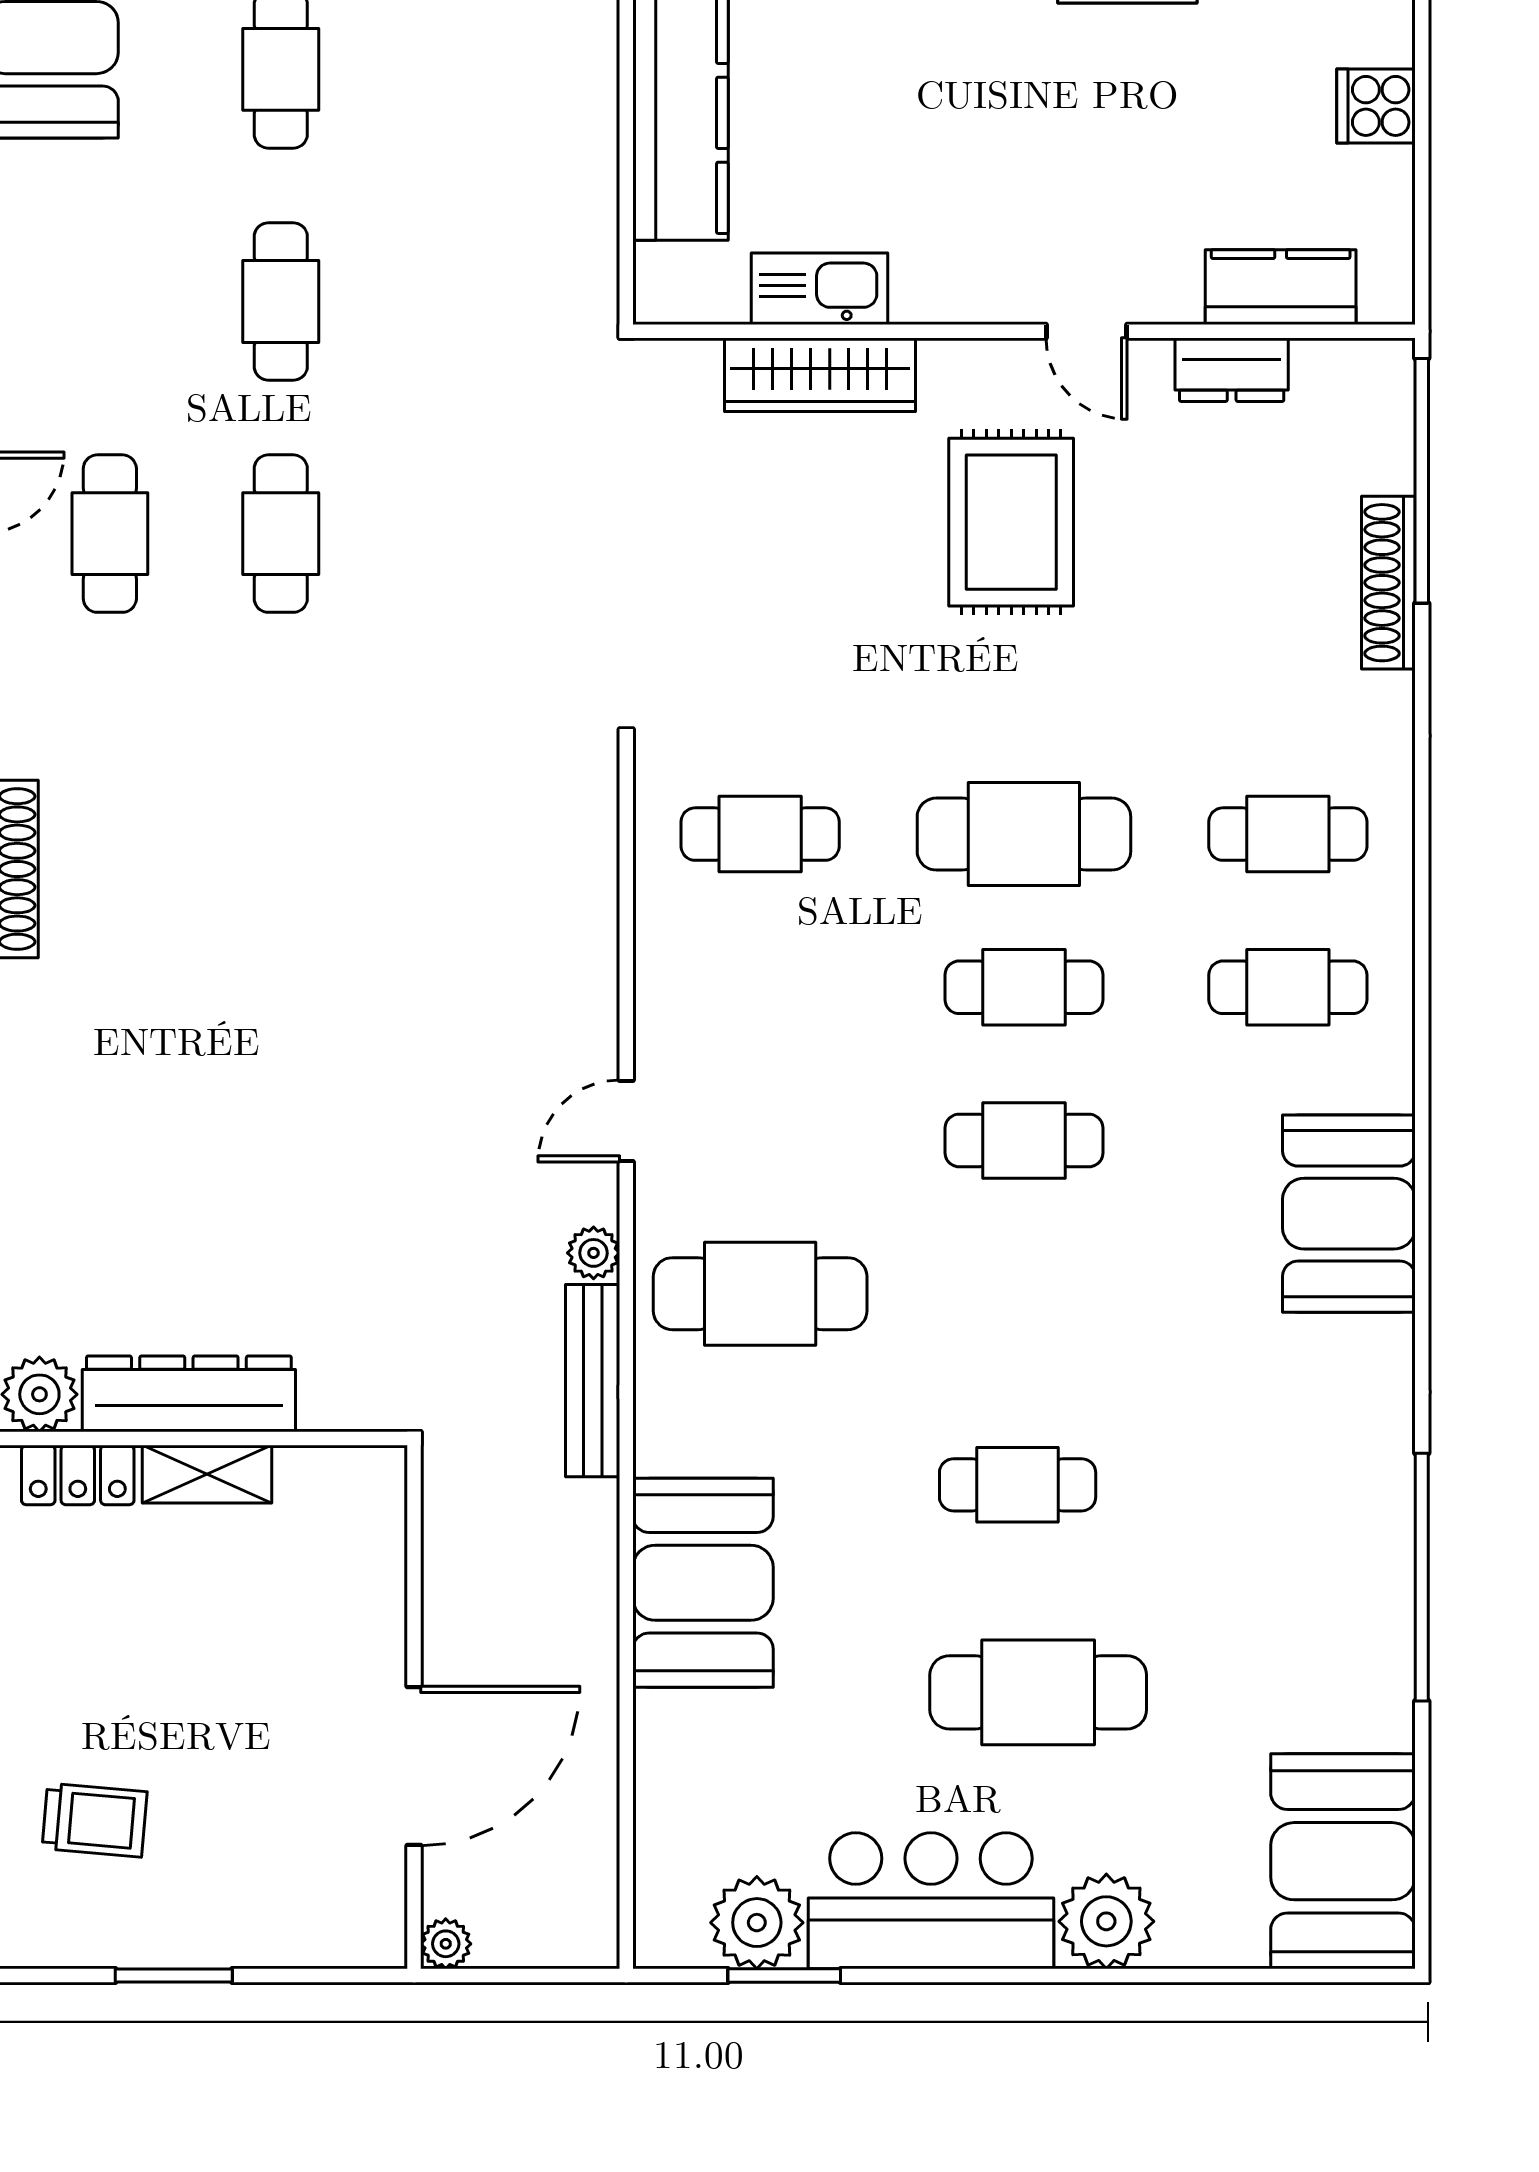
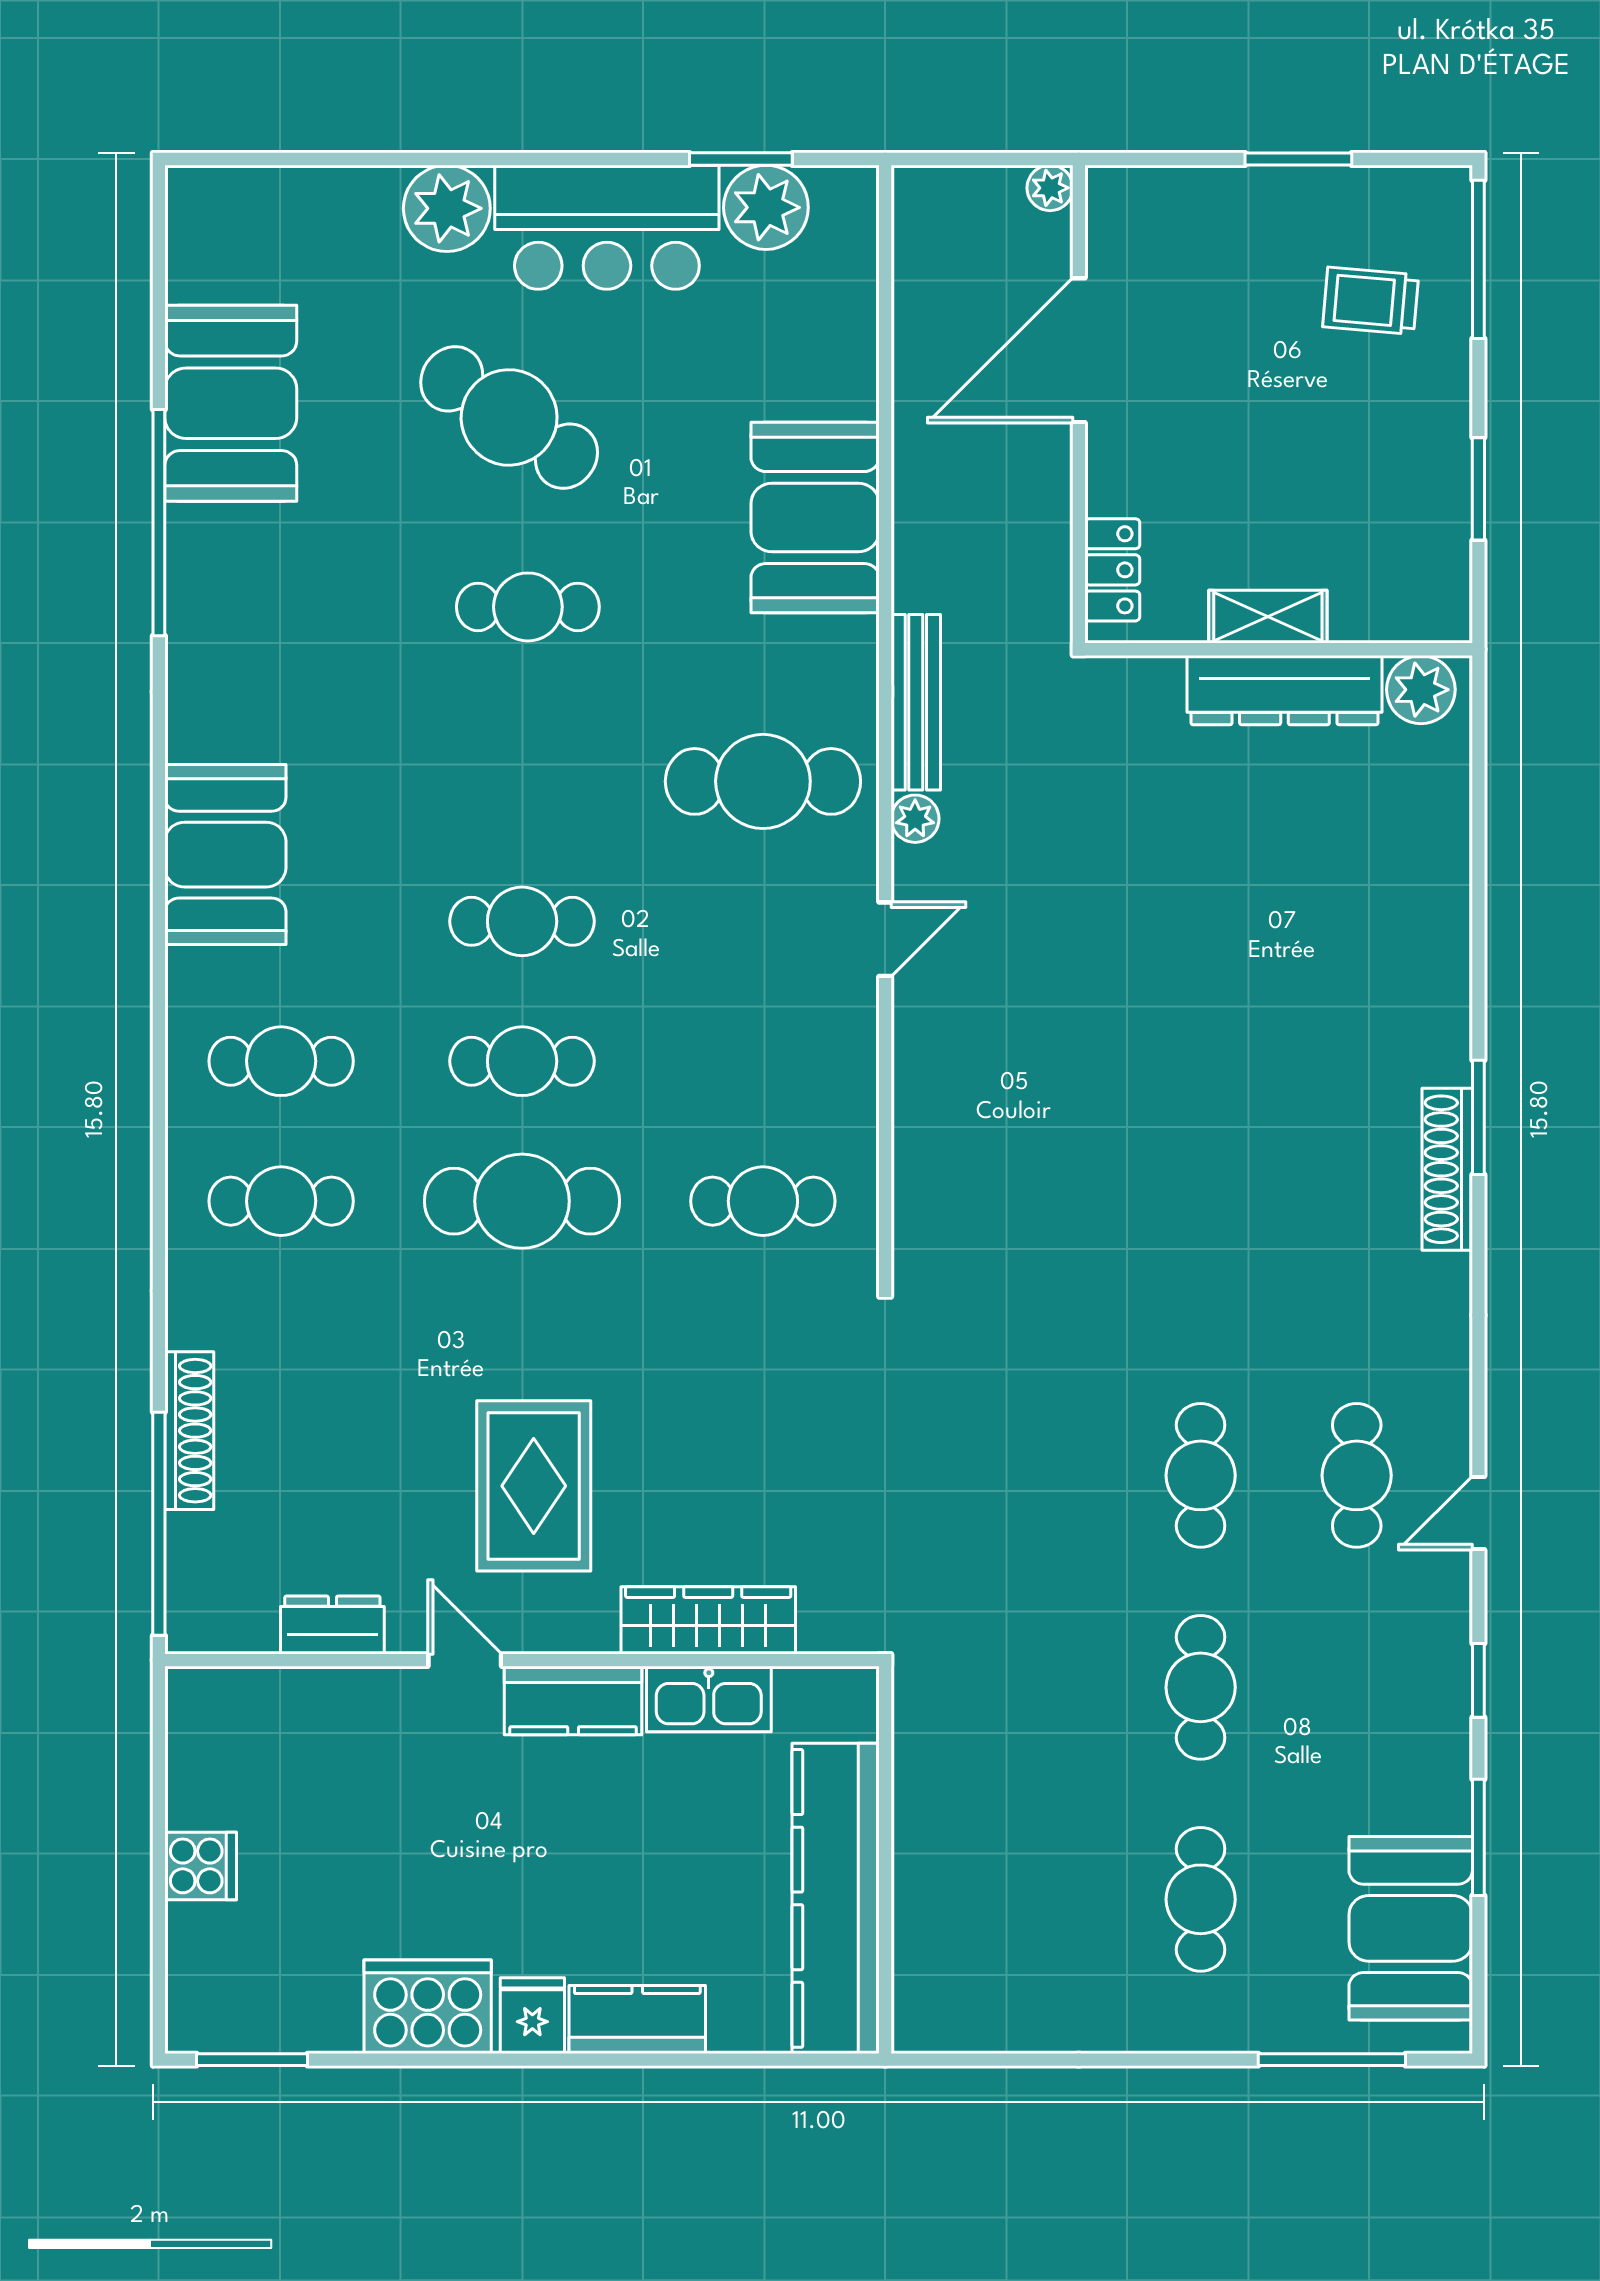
kitchen counter: (1281, 287) -> (573, 1700), moved
locker: (78, 1475) -> (1112, 570), moved, turned 90
cafe table: (1038, 1692) -> (509, 417), turned 34
booth: (1343, 1861) -> (231, 403), moved

